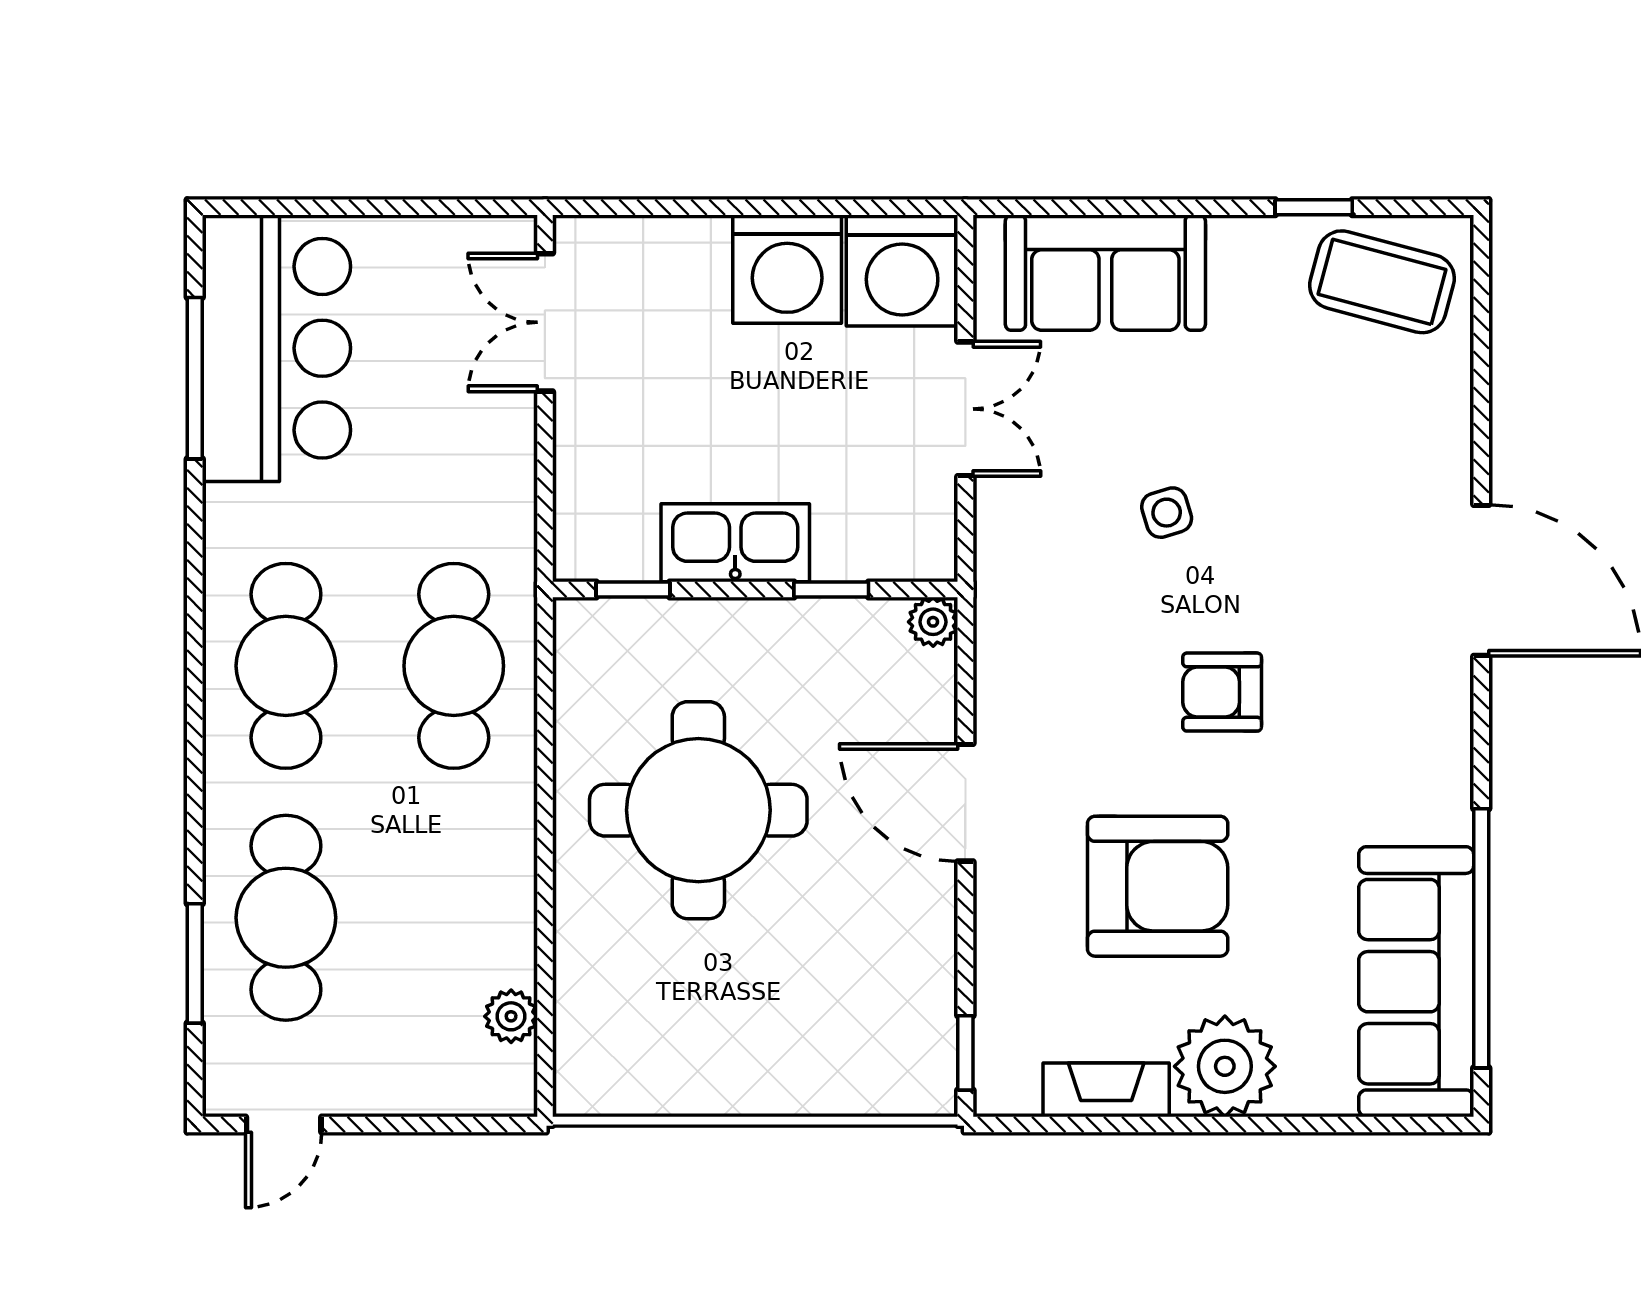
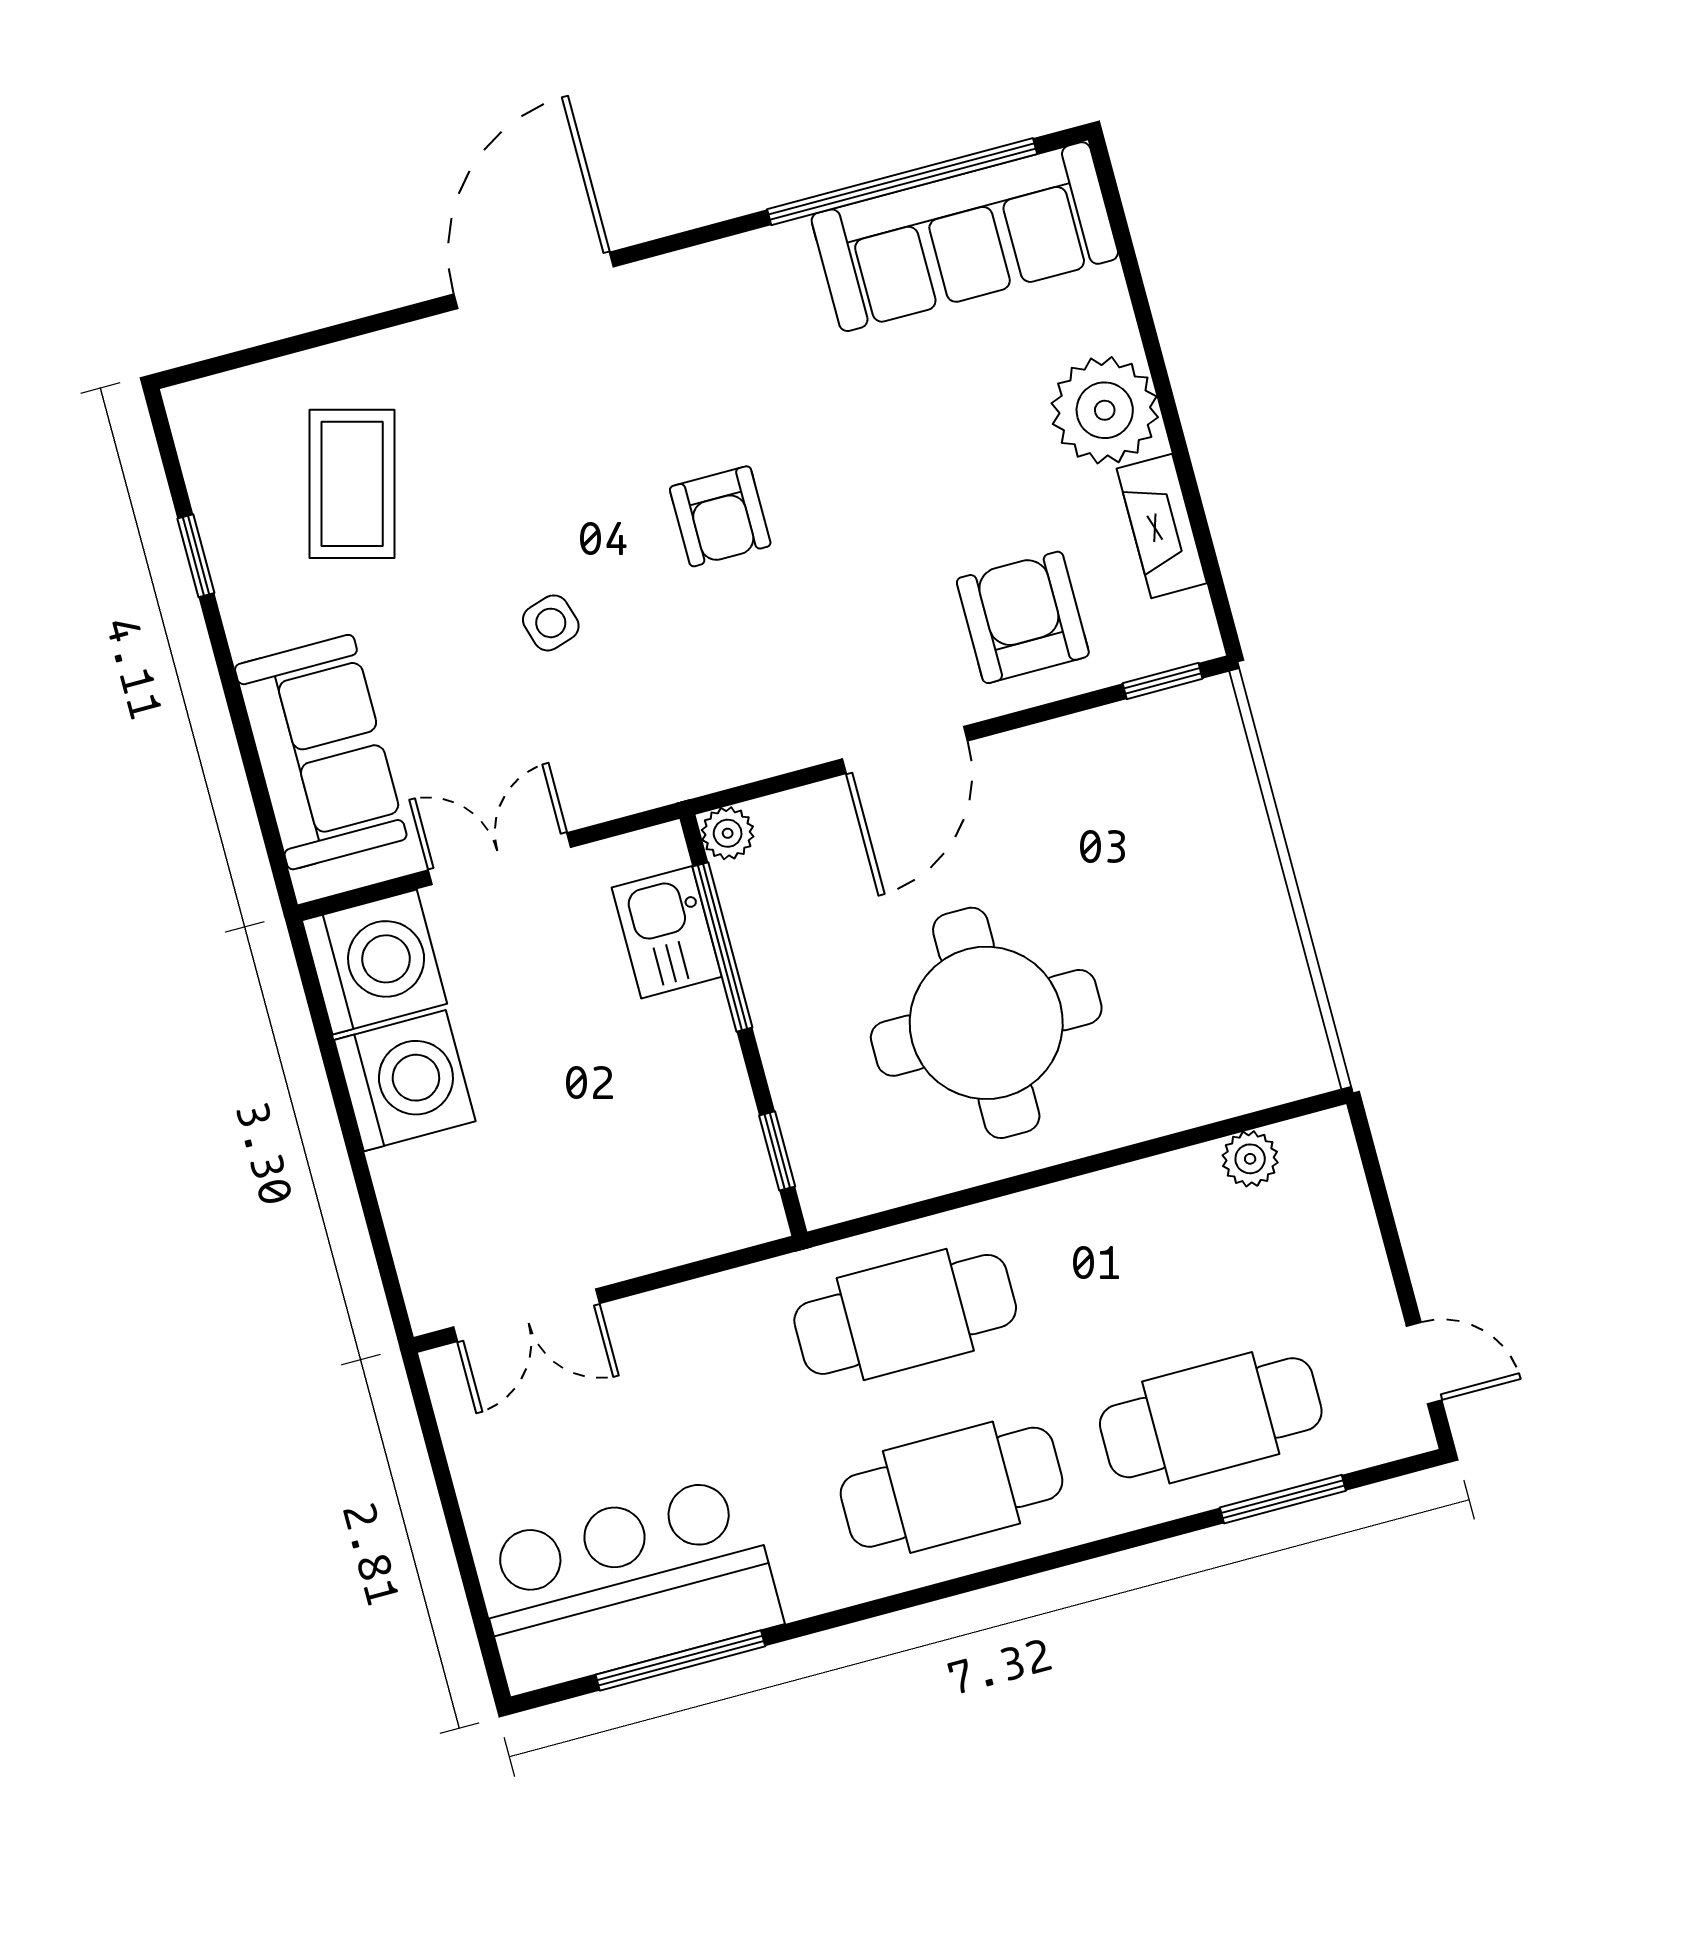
coffee table: (1382, 282) -> (352, 484), moved
kitchen sink: (735, 543) -> (667, 932), moved, width x0.73
window: (831, 589) -> (722, 947), width x2.17
armchair: (1158, 886) -> (1023, 617), moved, width x0.73, depth x0.73

